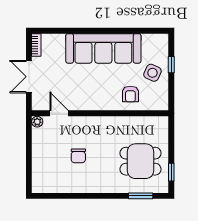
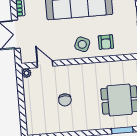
side table: (152, 73) -> (82, 44), moved

